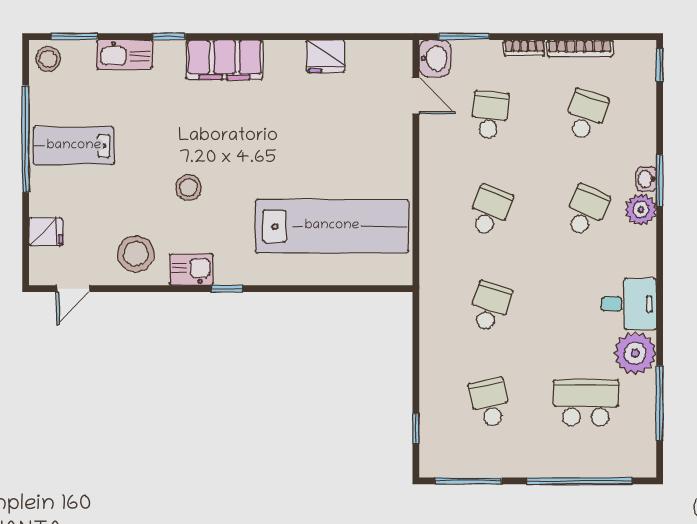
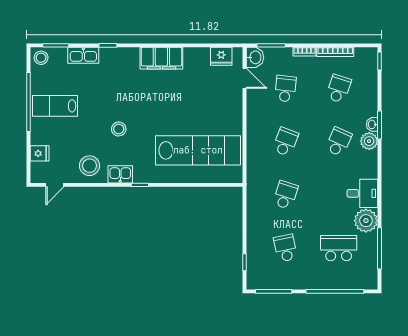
fridge: (325, 56) -> (221, 56), moved
filing cabinet: (224, 60) -> (161, 58), moved

